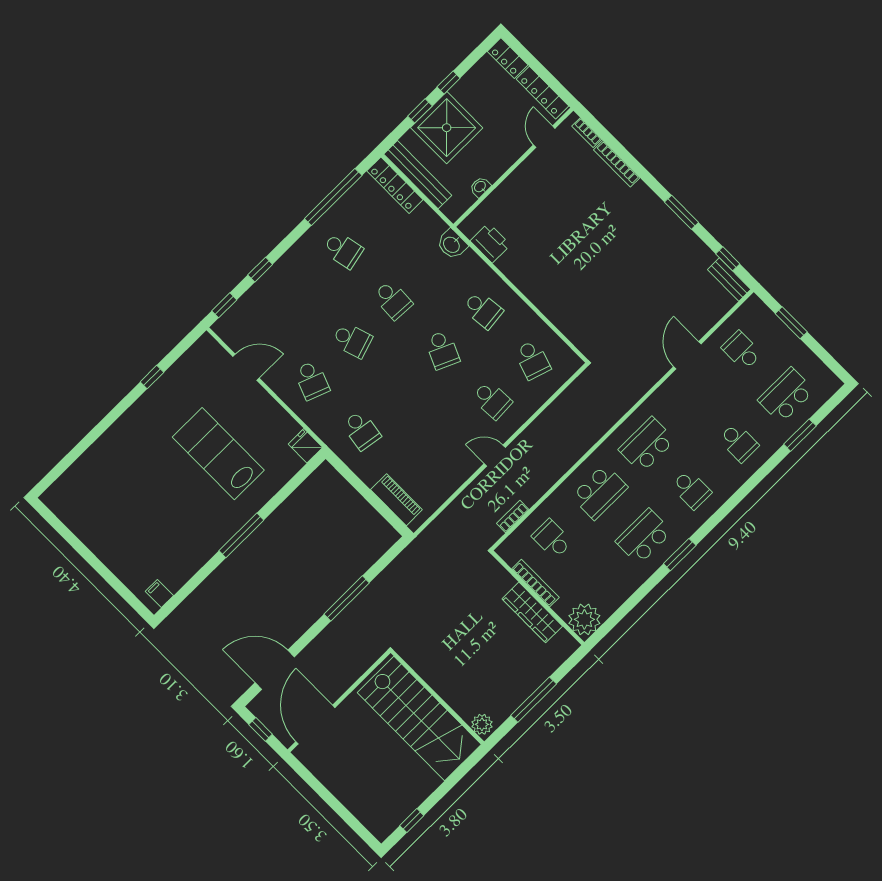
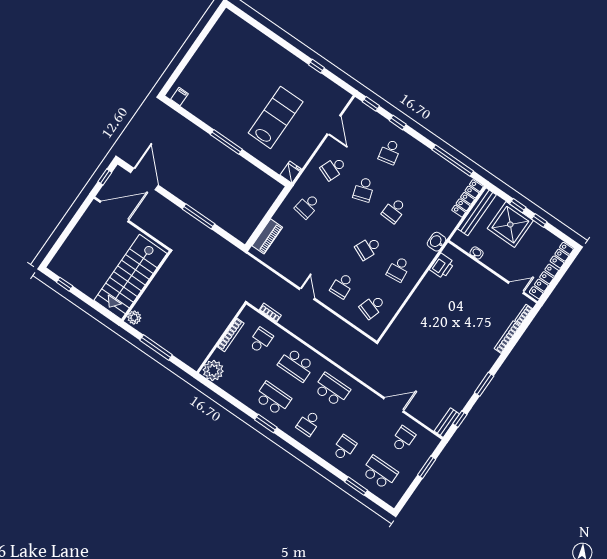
school desk: (343, 250) -> (390, 152), moved
school desk: (739, 442) -> (344, 448), turned 180
wardrobe: (532, 612) -> (211, 336), removed

